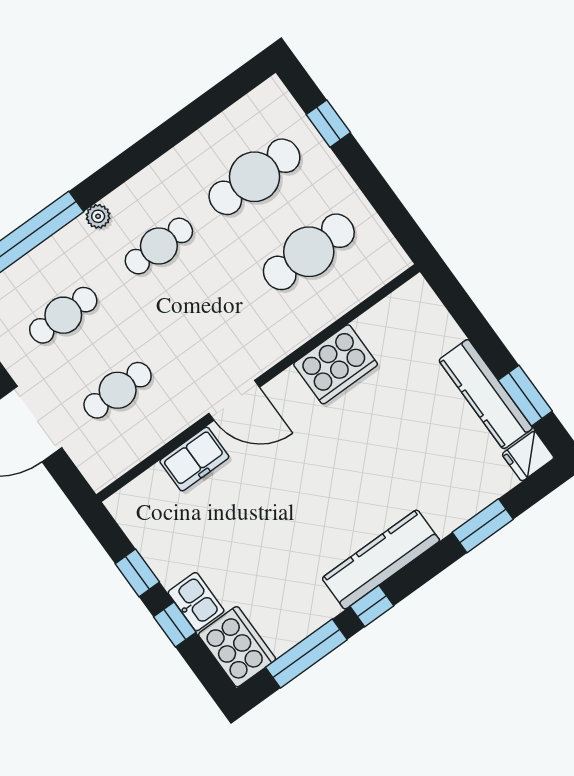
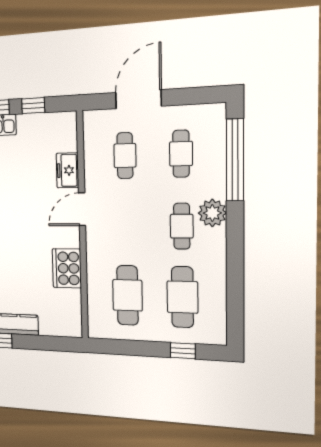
plant: (98, 216) -> (212, 213), width x1.87, depth x1.87

